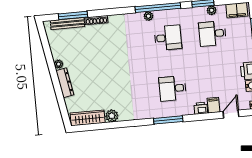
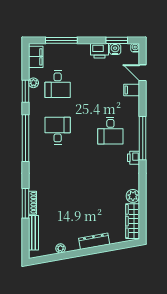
window: (73, 15) -> (25, 203), moved
plant: (148, 16) -> (33, 149), removed
plant: (59, 64) -> (61, 248), moved
printer: (201, 108) -> (133, 158), moved
window: (168, 120) -> (143, 138), width x1.46

